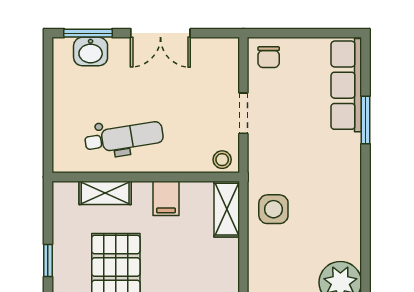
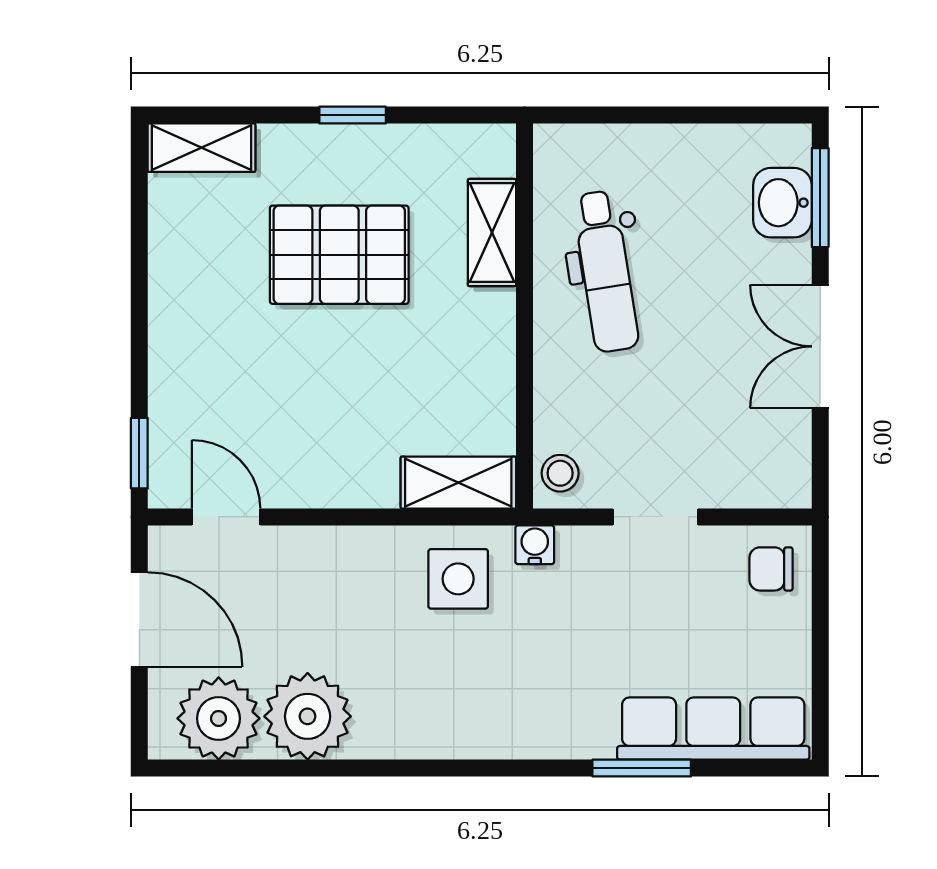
water cooler: (257, 172) -> (535, 545), added
filing cabinet: (166, 198) -> (481, 358), removed

